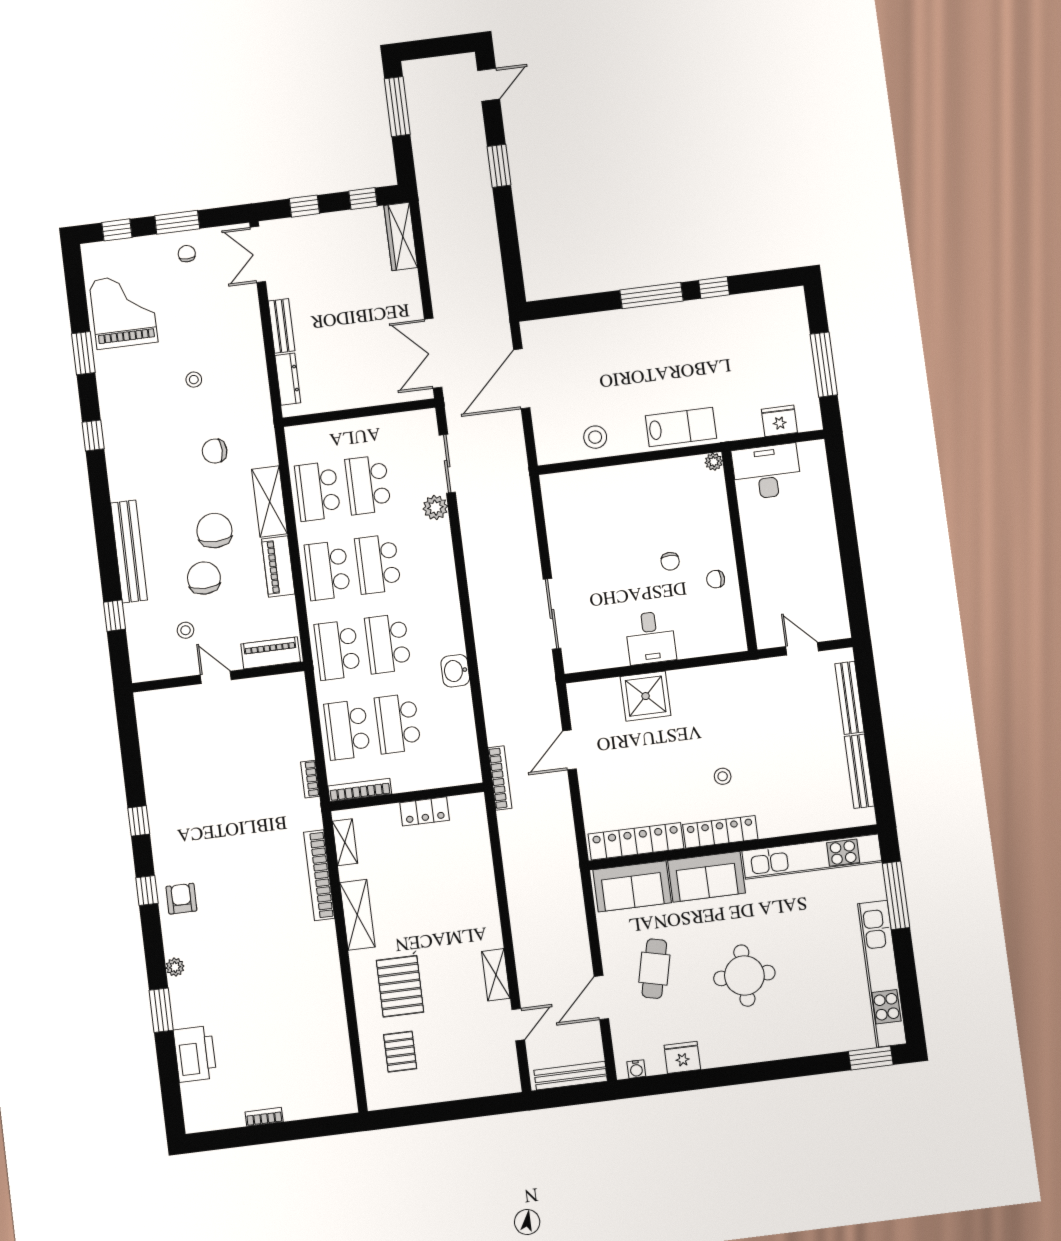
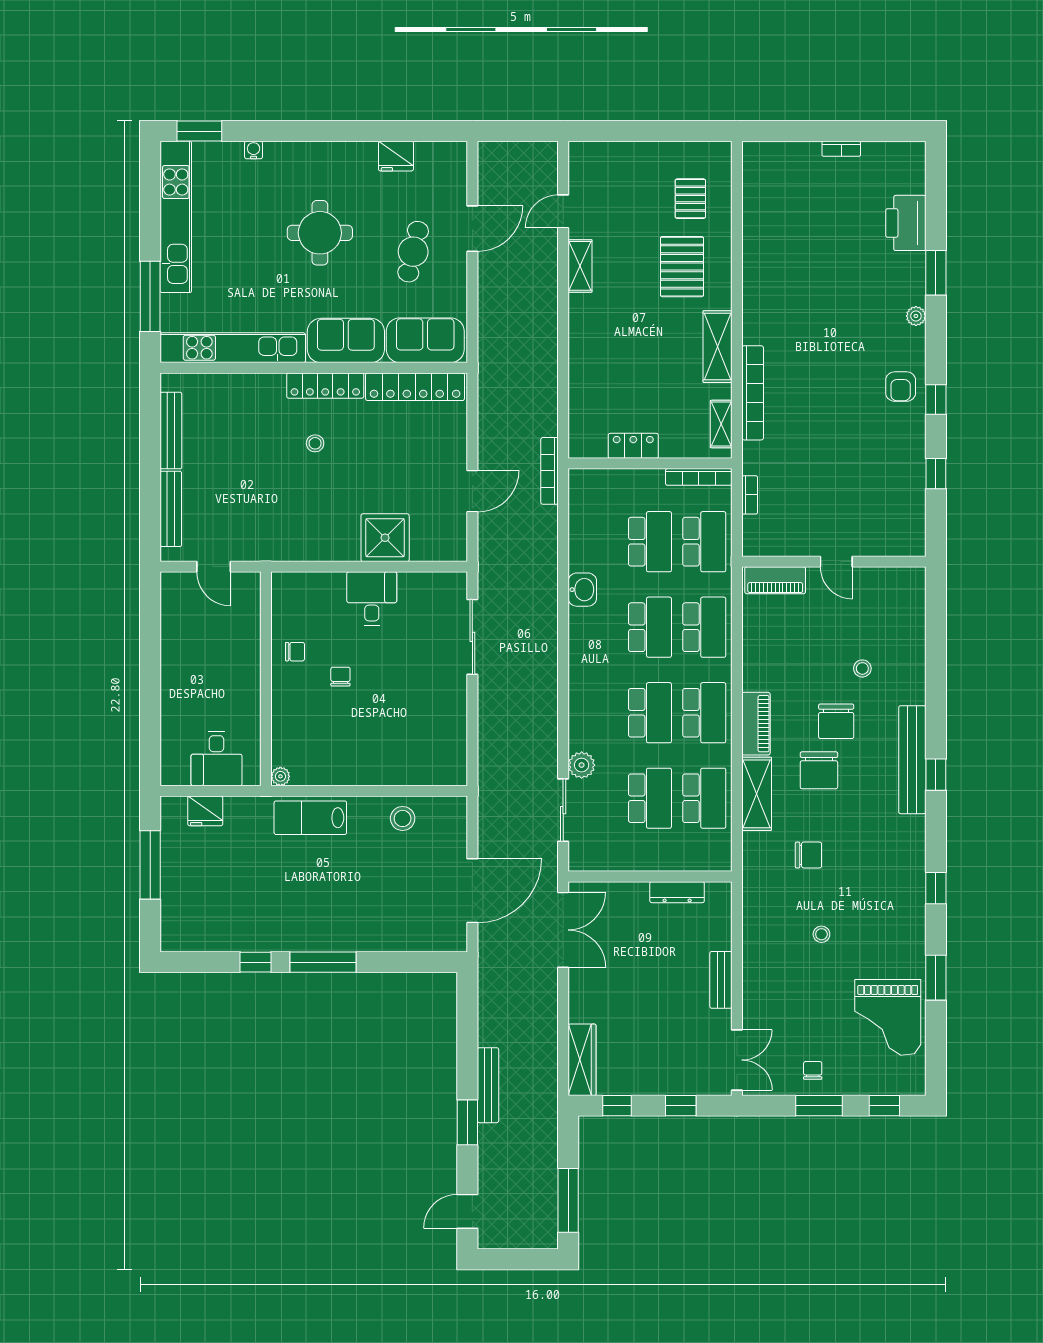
chair: (187, 254) -> (813, 1070), turned 180
dresser: (288, 379) -> (677, 892), moved, turned -90
desk: (767, 472) -> (217, 758), width x0.73
window: (114, 616) -> (936, 775), moved
piano: (271, 653) -> (775, 580), moved
door: (216, 677) -> (836, 562), moved
wall: (218, 677) -> (834, 562), moved
water cooler: (636, 1069) -> (254, 150), moved
bench: (571, 1076) -> (488, 1085), moved, turned 90

